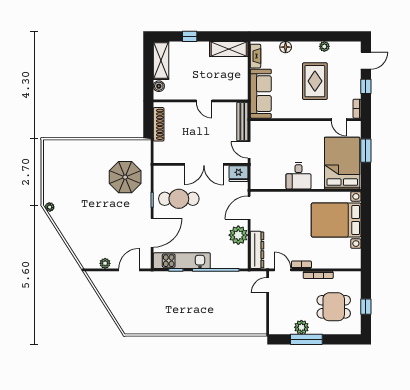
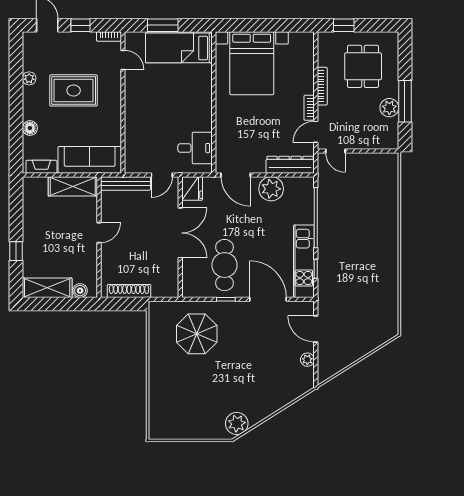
shelving: (229, 49) -> (73, 186), moved, turned 90
door: (339, 120) -> (123, 60), hinge flipped
bed: (342, 163) -> (179, 48), width x0.67
desk: (298, 176) -> (195, 148), moved
plant: (50, 207) -> (237, 423), width x1.88, depth x1.88
window: (366, 307) -> (344, 25), moved

